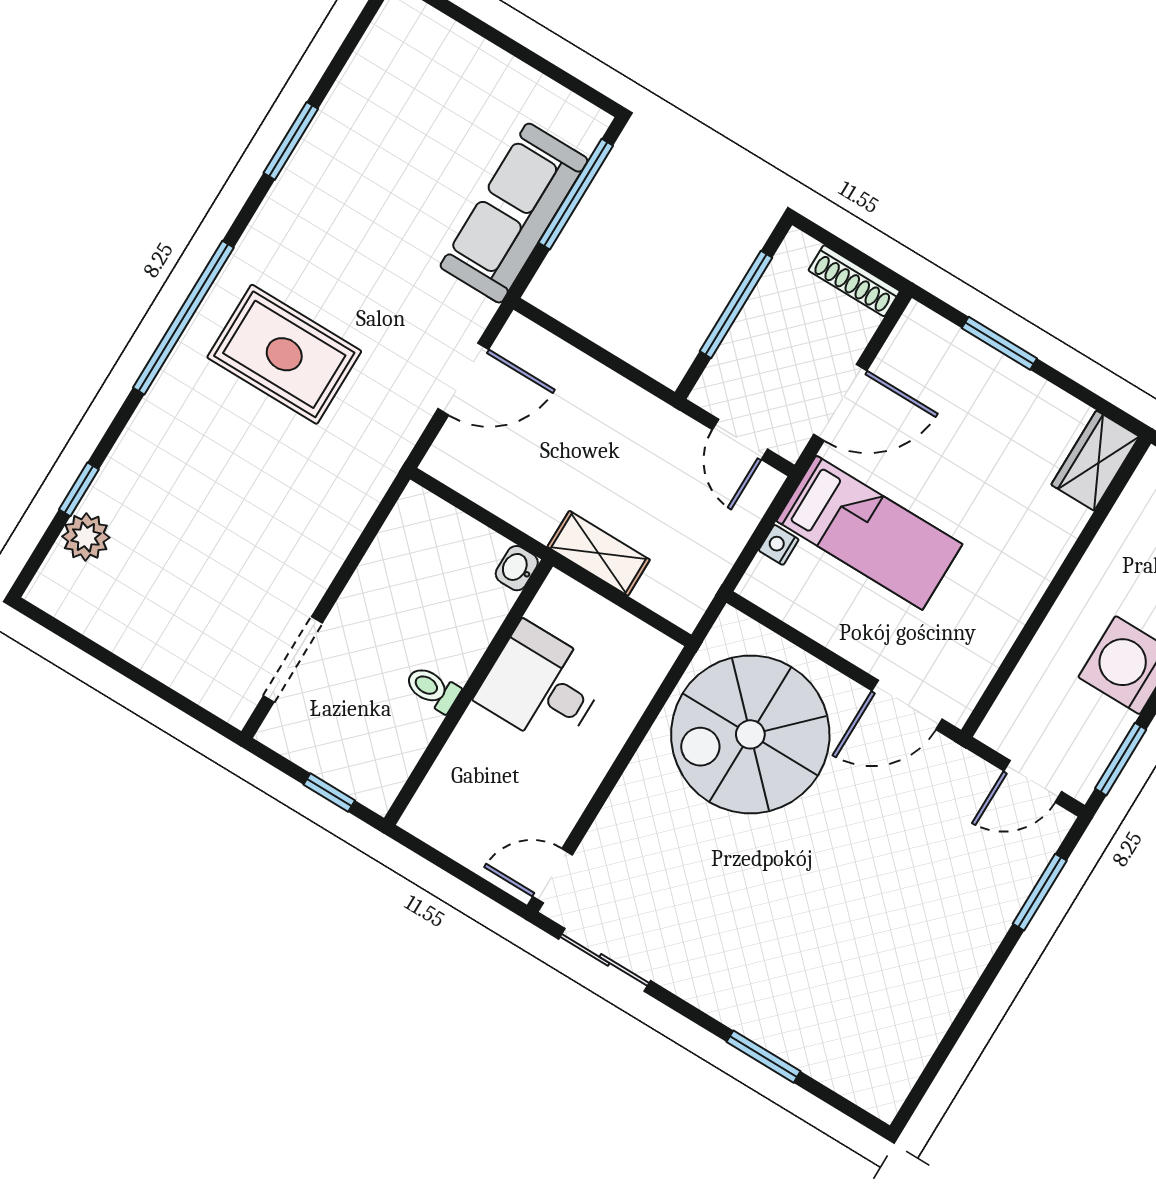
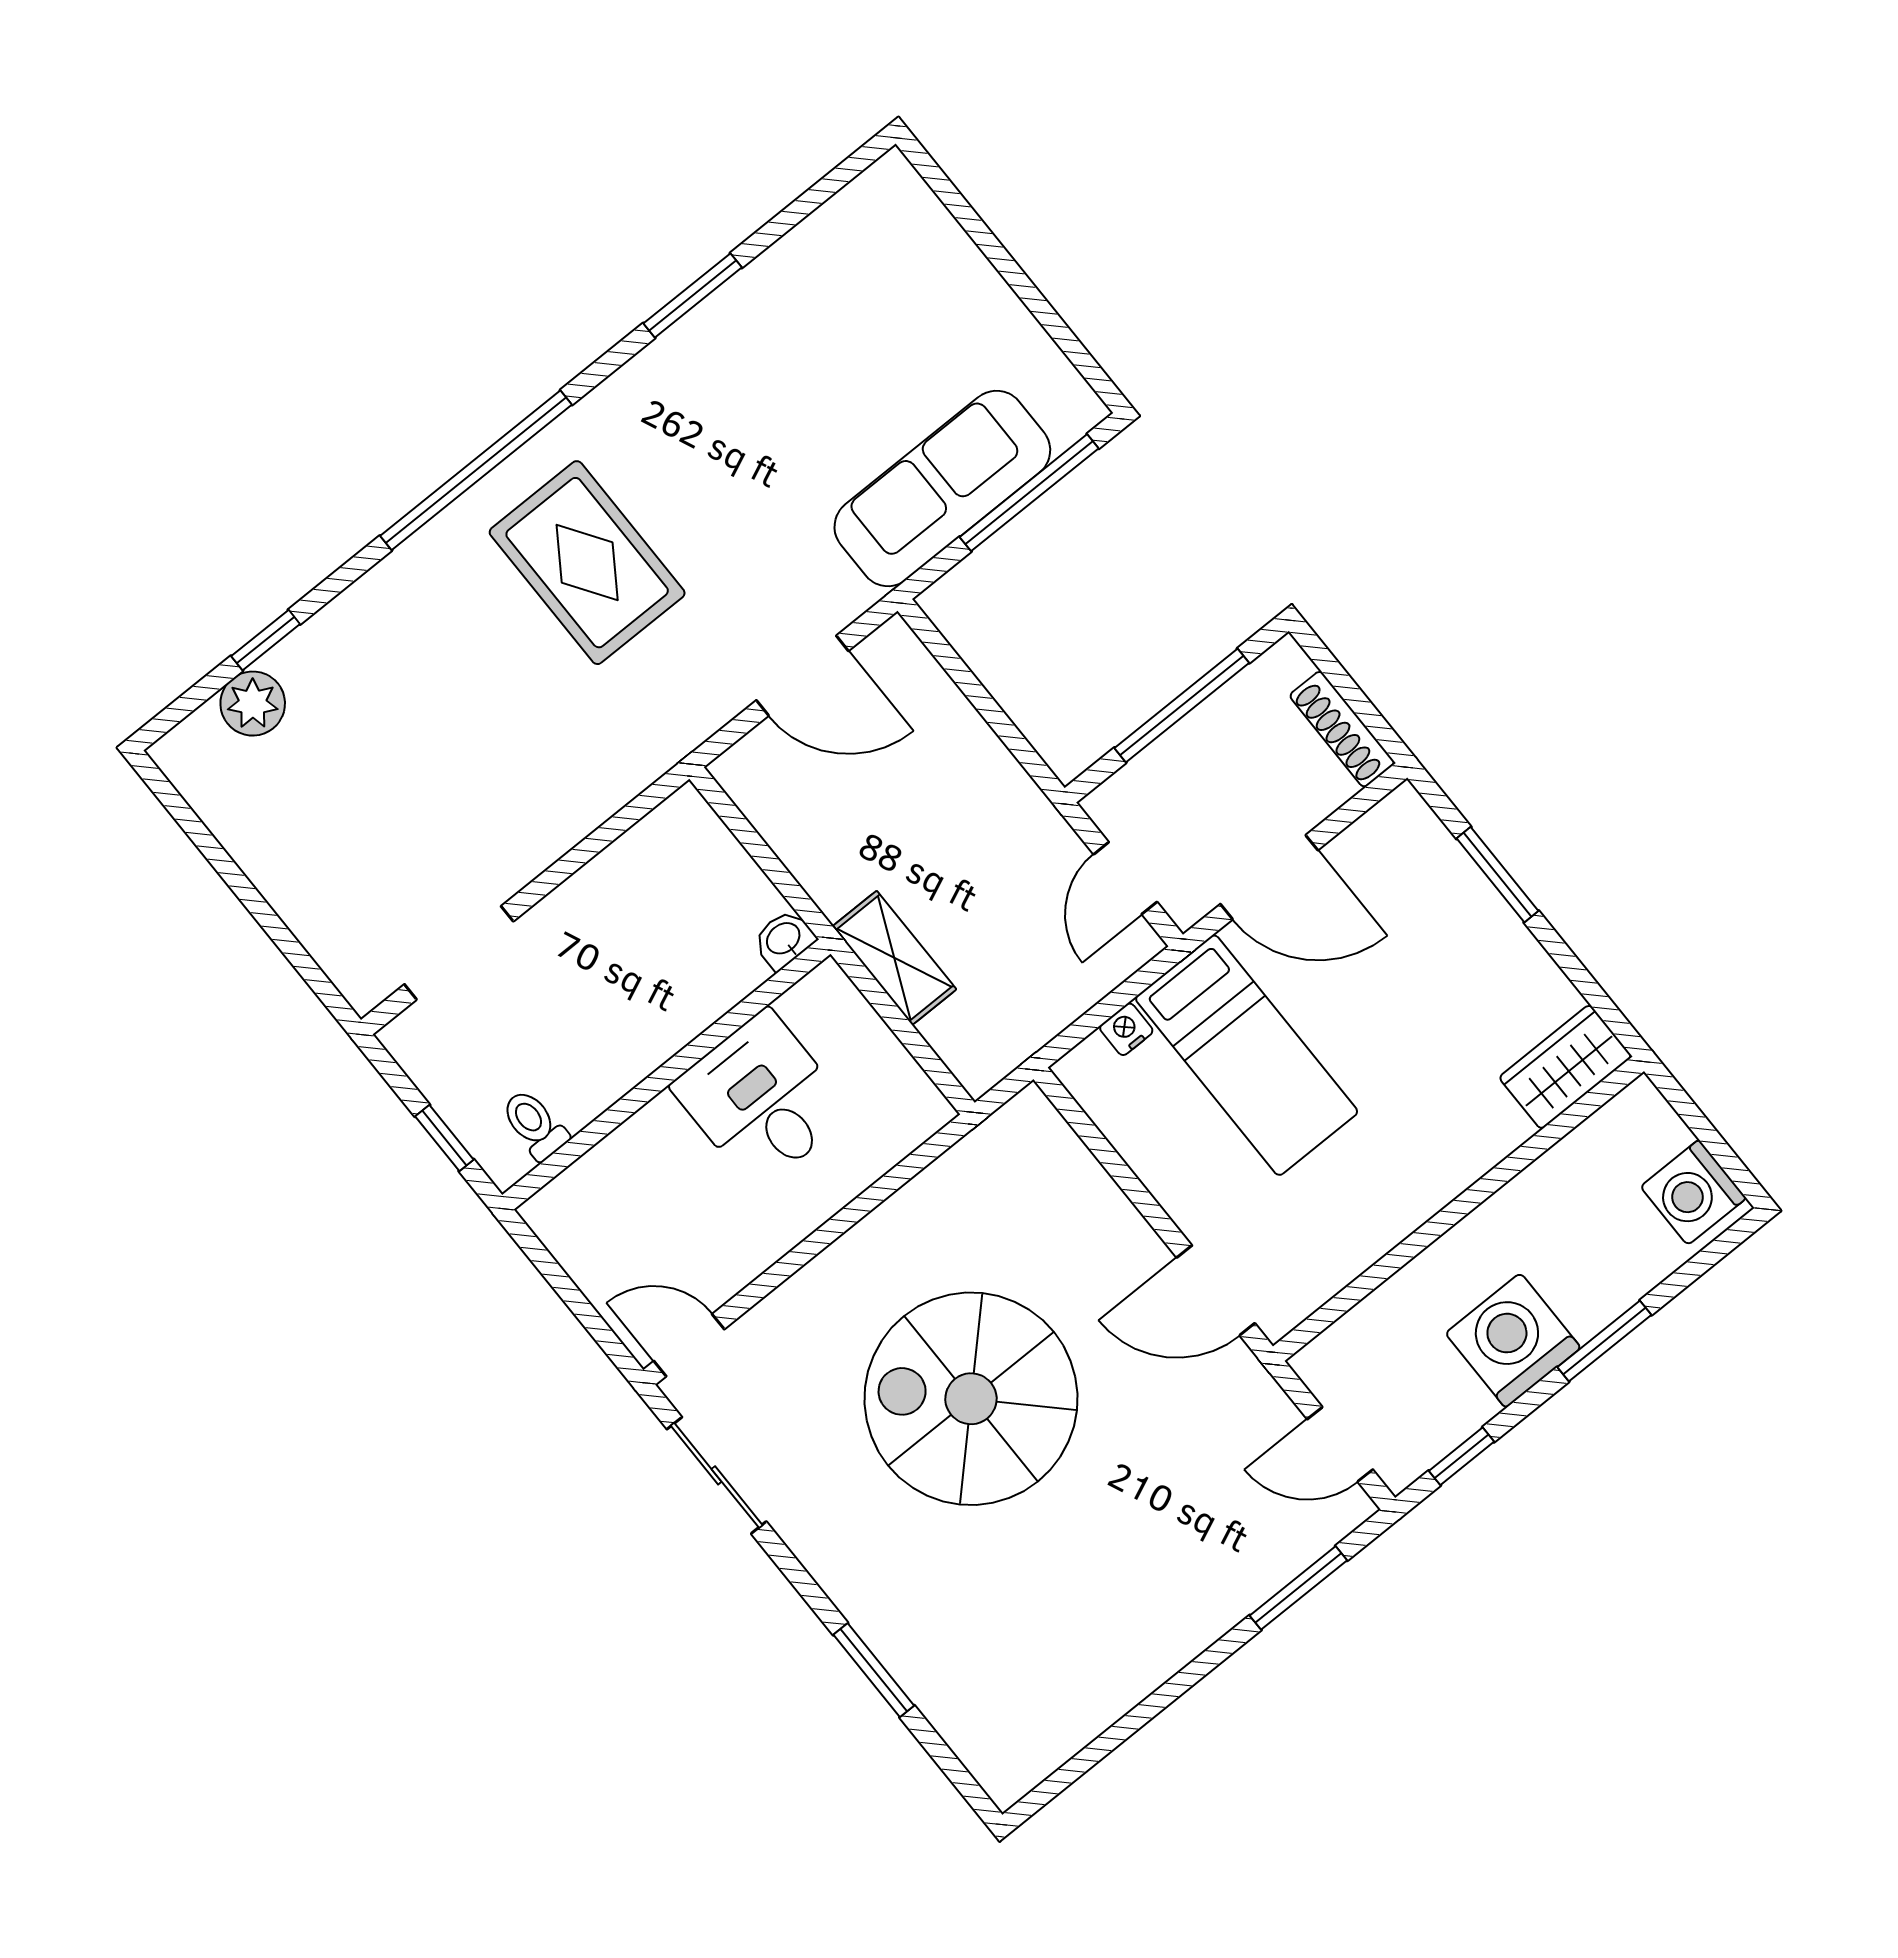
toilet: (433, 689) -> (535, 1125), moved
spiral stairs: (750, 734) -> (971, 1399), moved
window: (1121, 759) -> (1461, 1456), width x0.67

